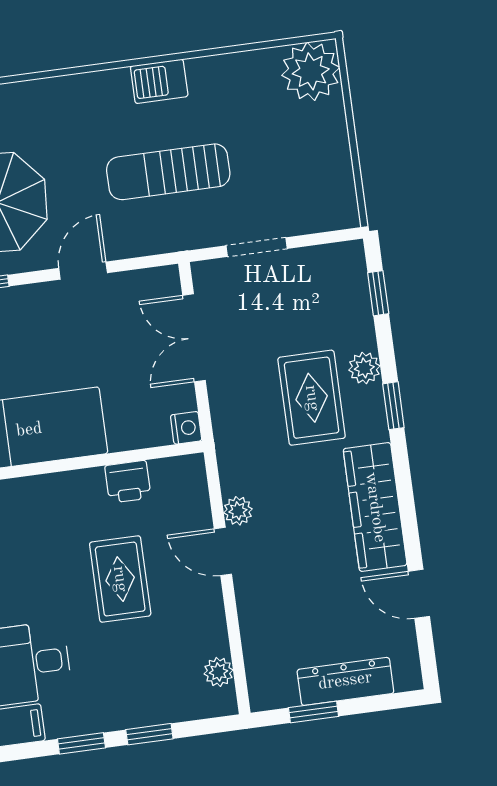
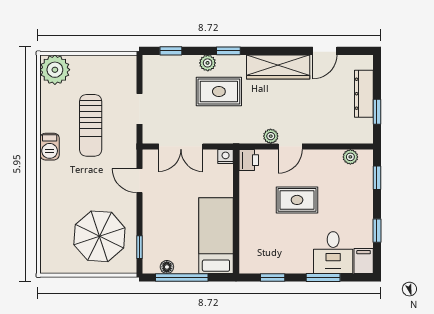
sun lounger: (168, 172) -> (91, 125), moved
door: (83, 271) -> (139, 181), moved
printer: (128, 482) -> (249, 160), moved
window: (149, 734) -> (377, 178), moved

